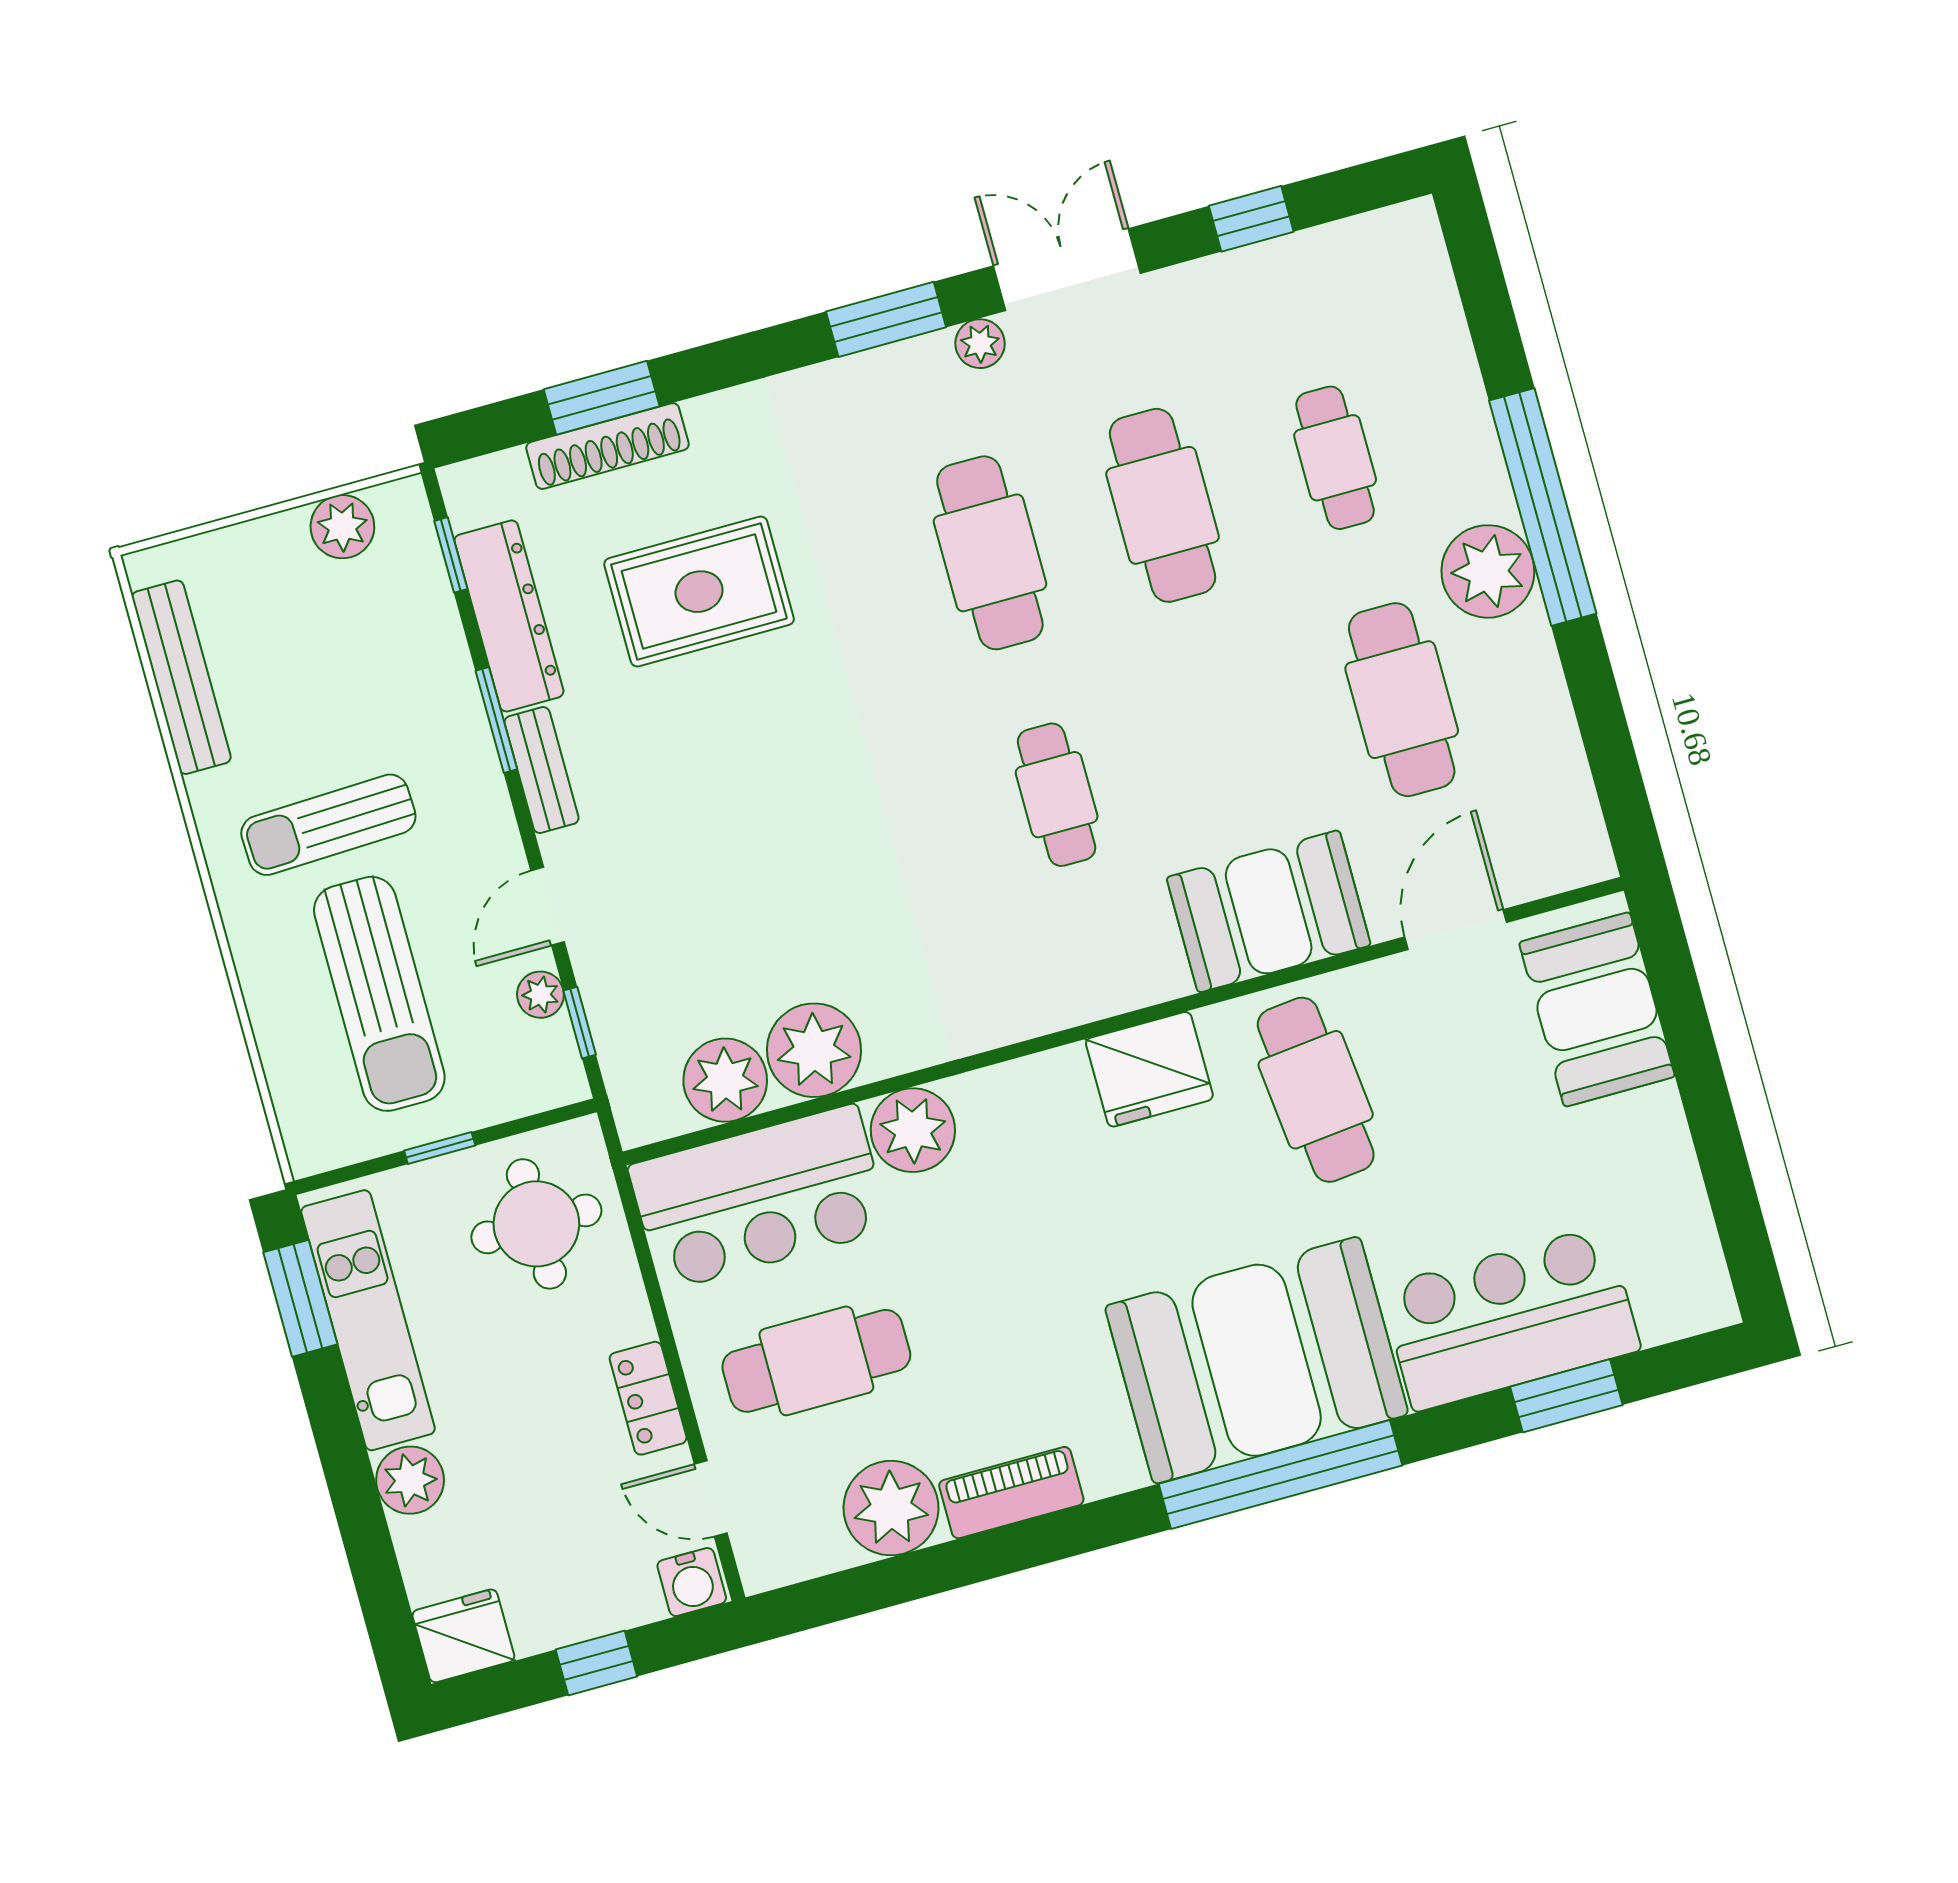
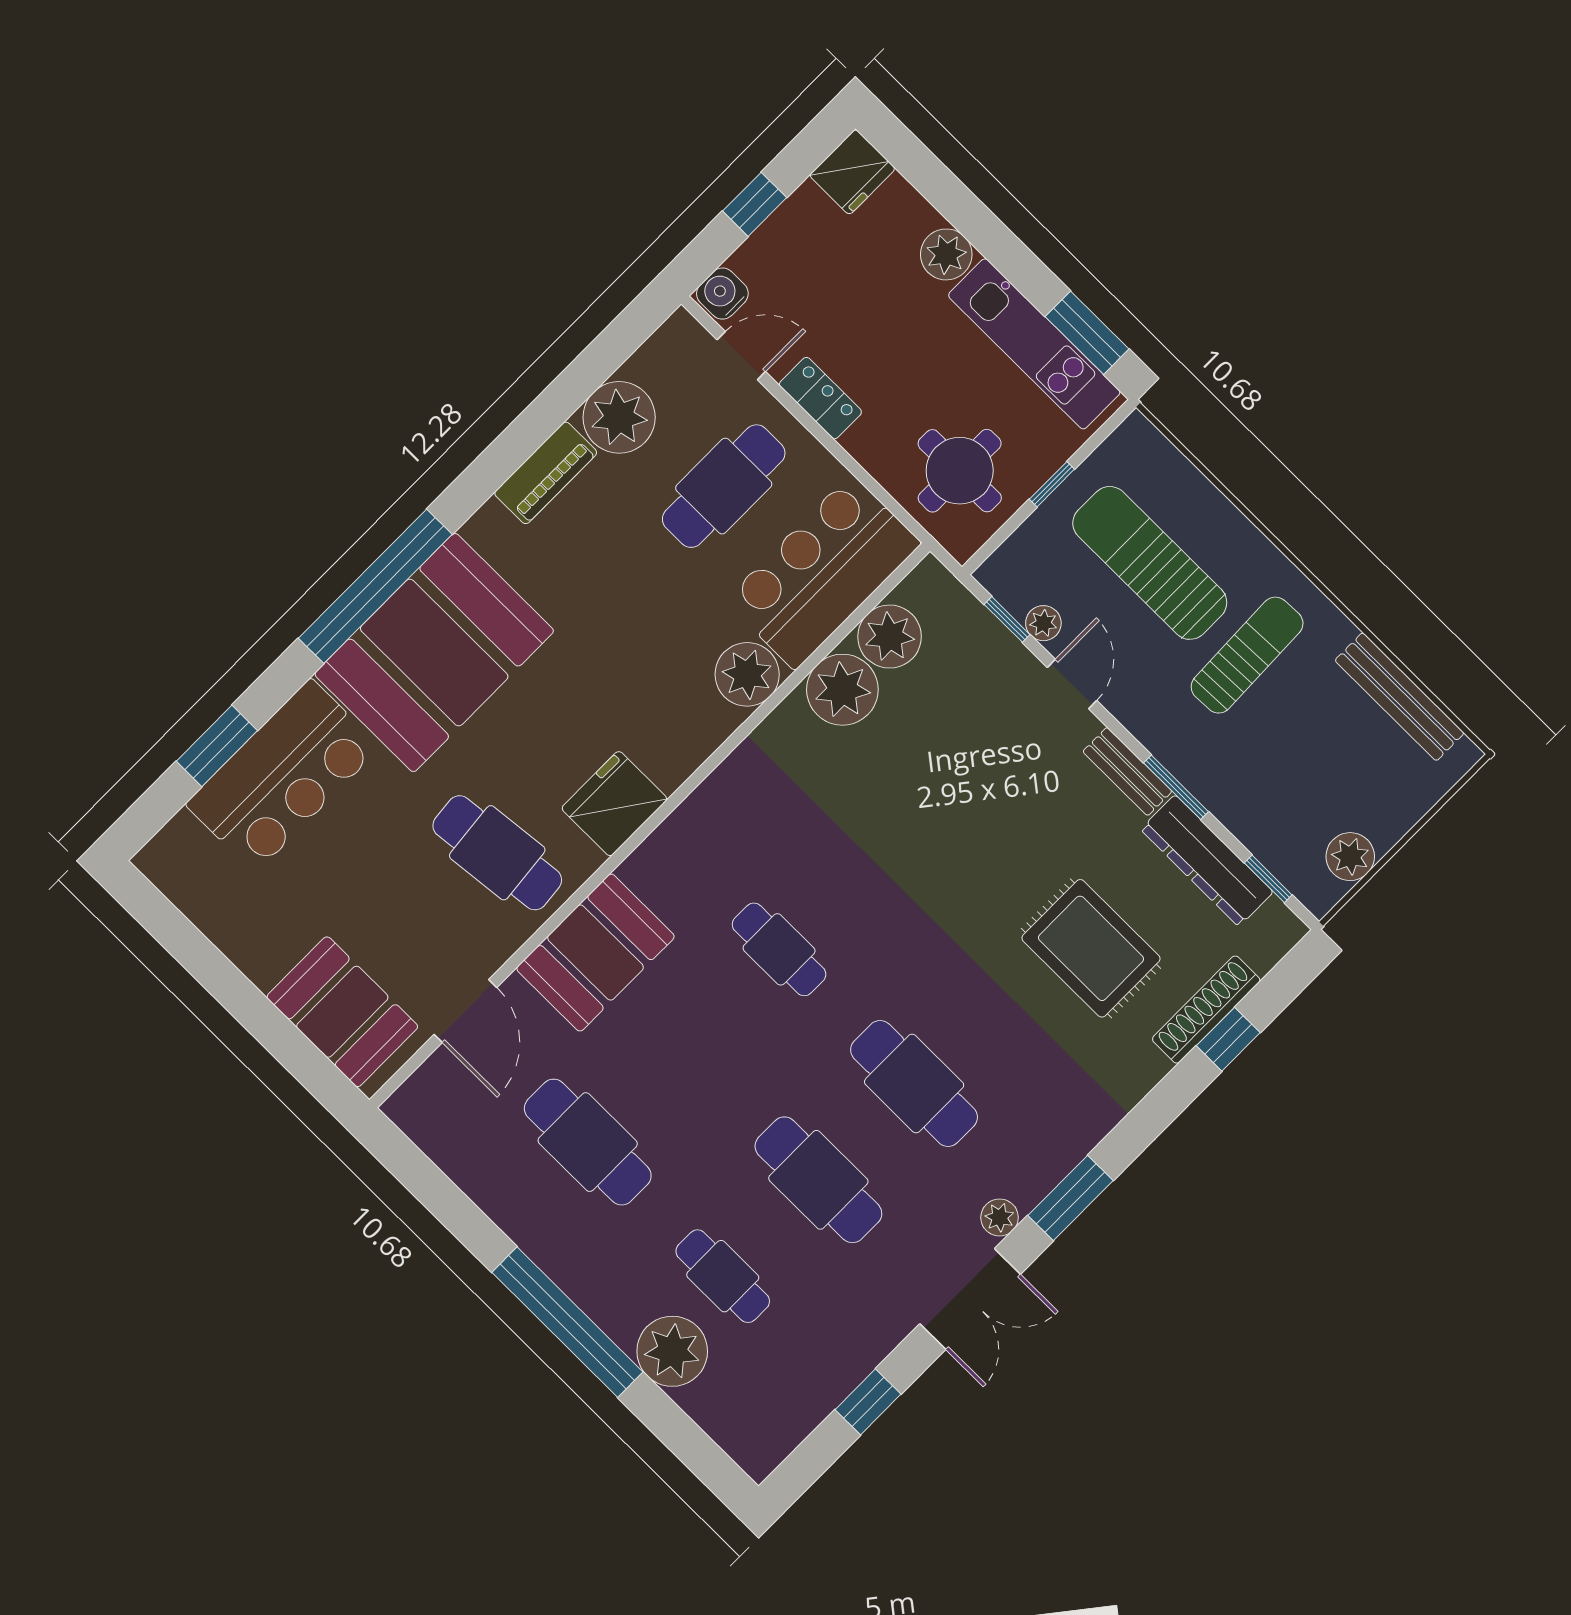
window: (602, 398) -> (1228, 1039), width x0.67
plant: (1488, 571) -> (672, 1351), moved
rug: (699, 592) -> (1091, 948), turned 90

